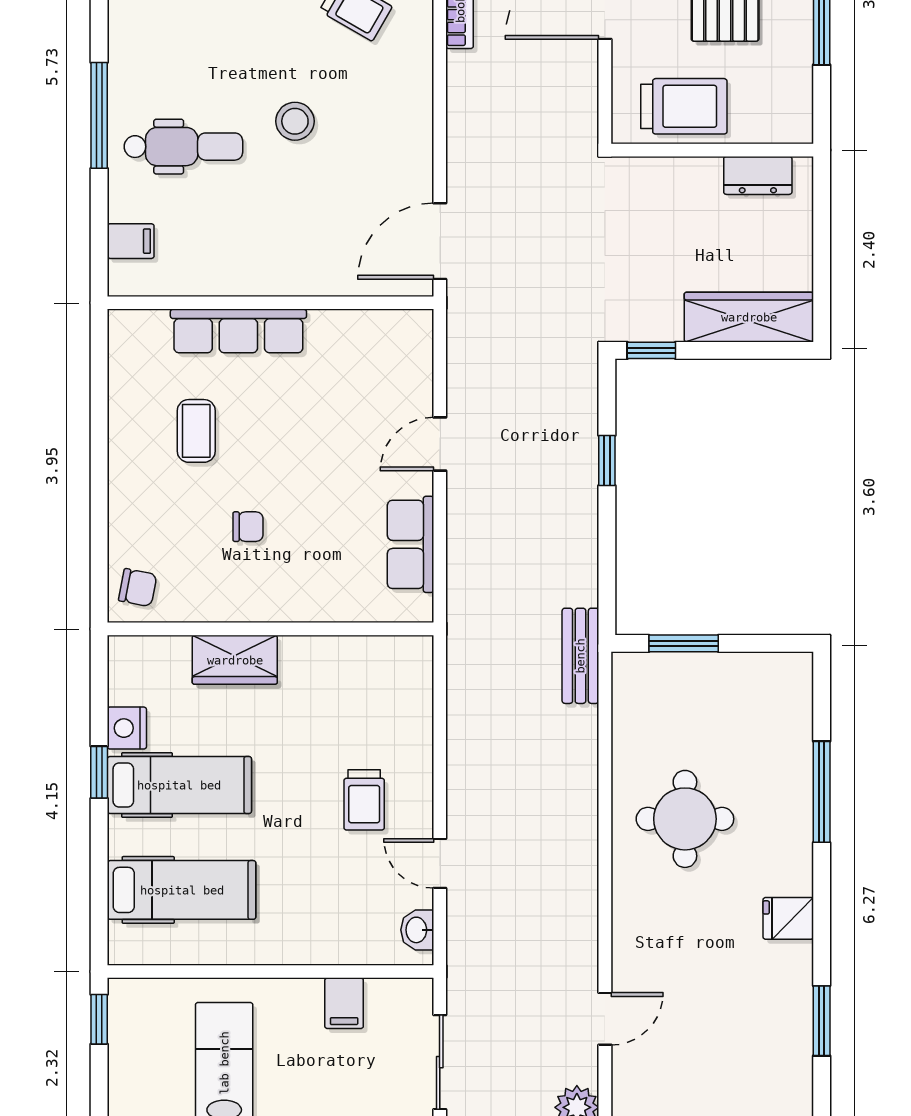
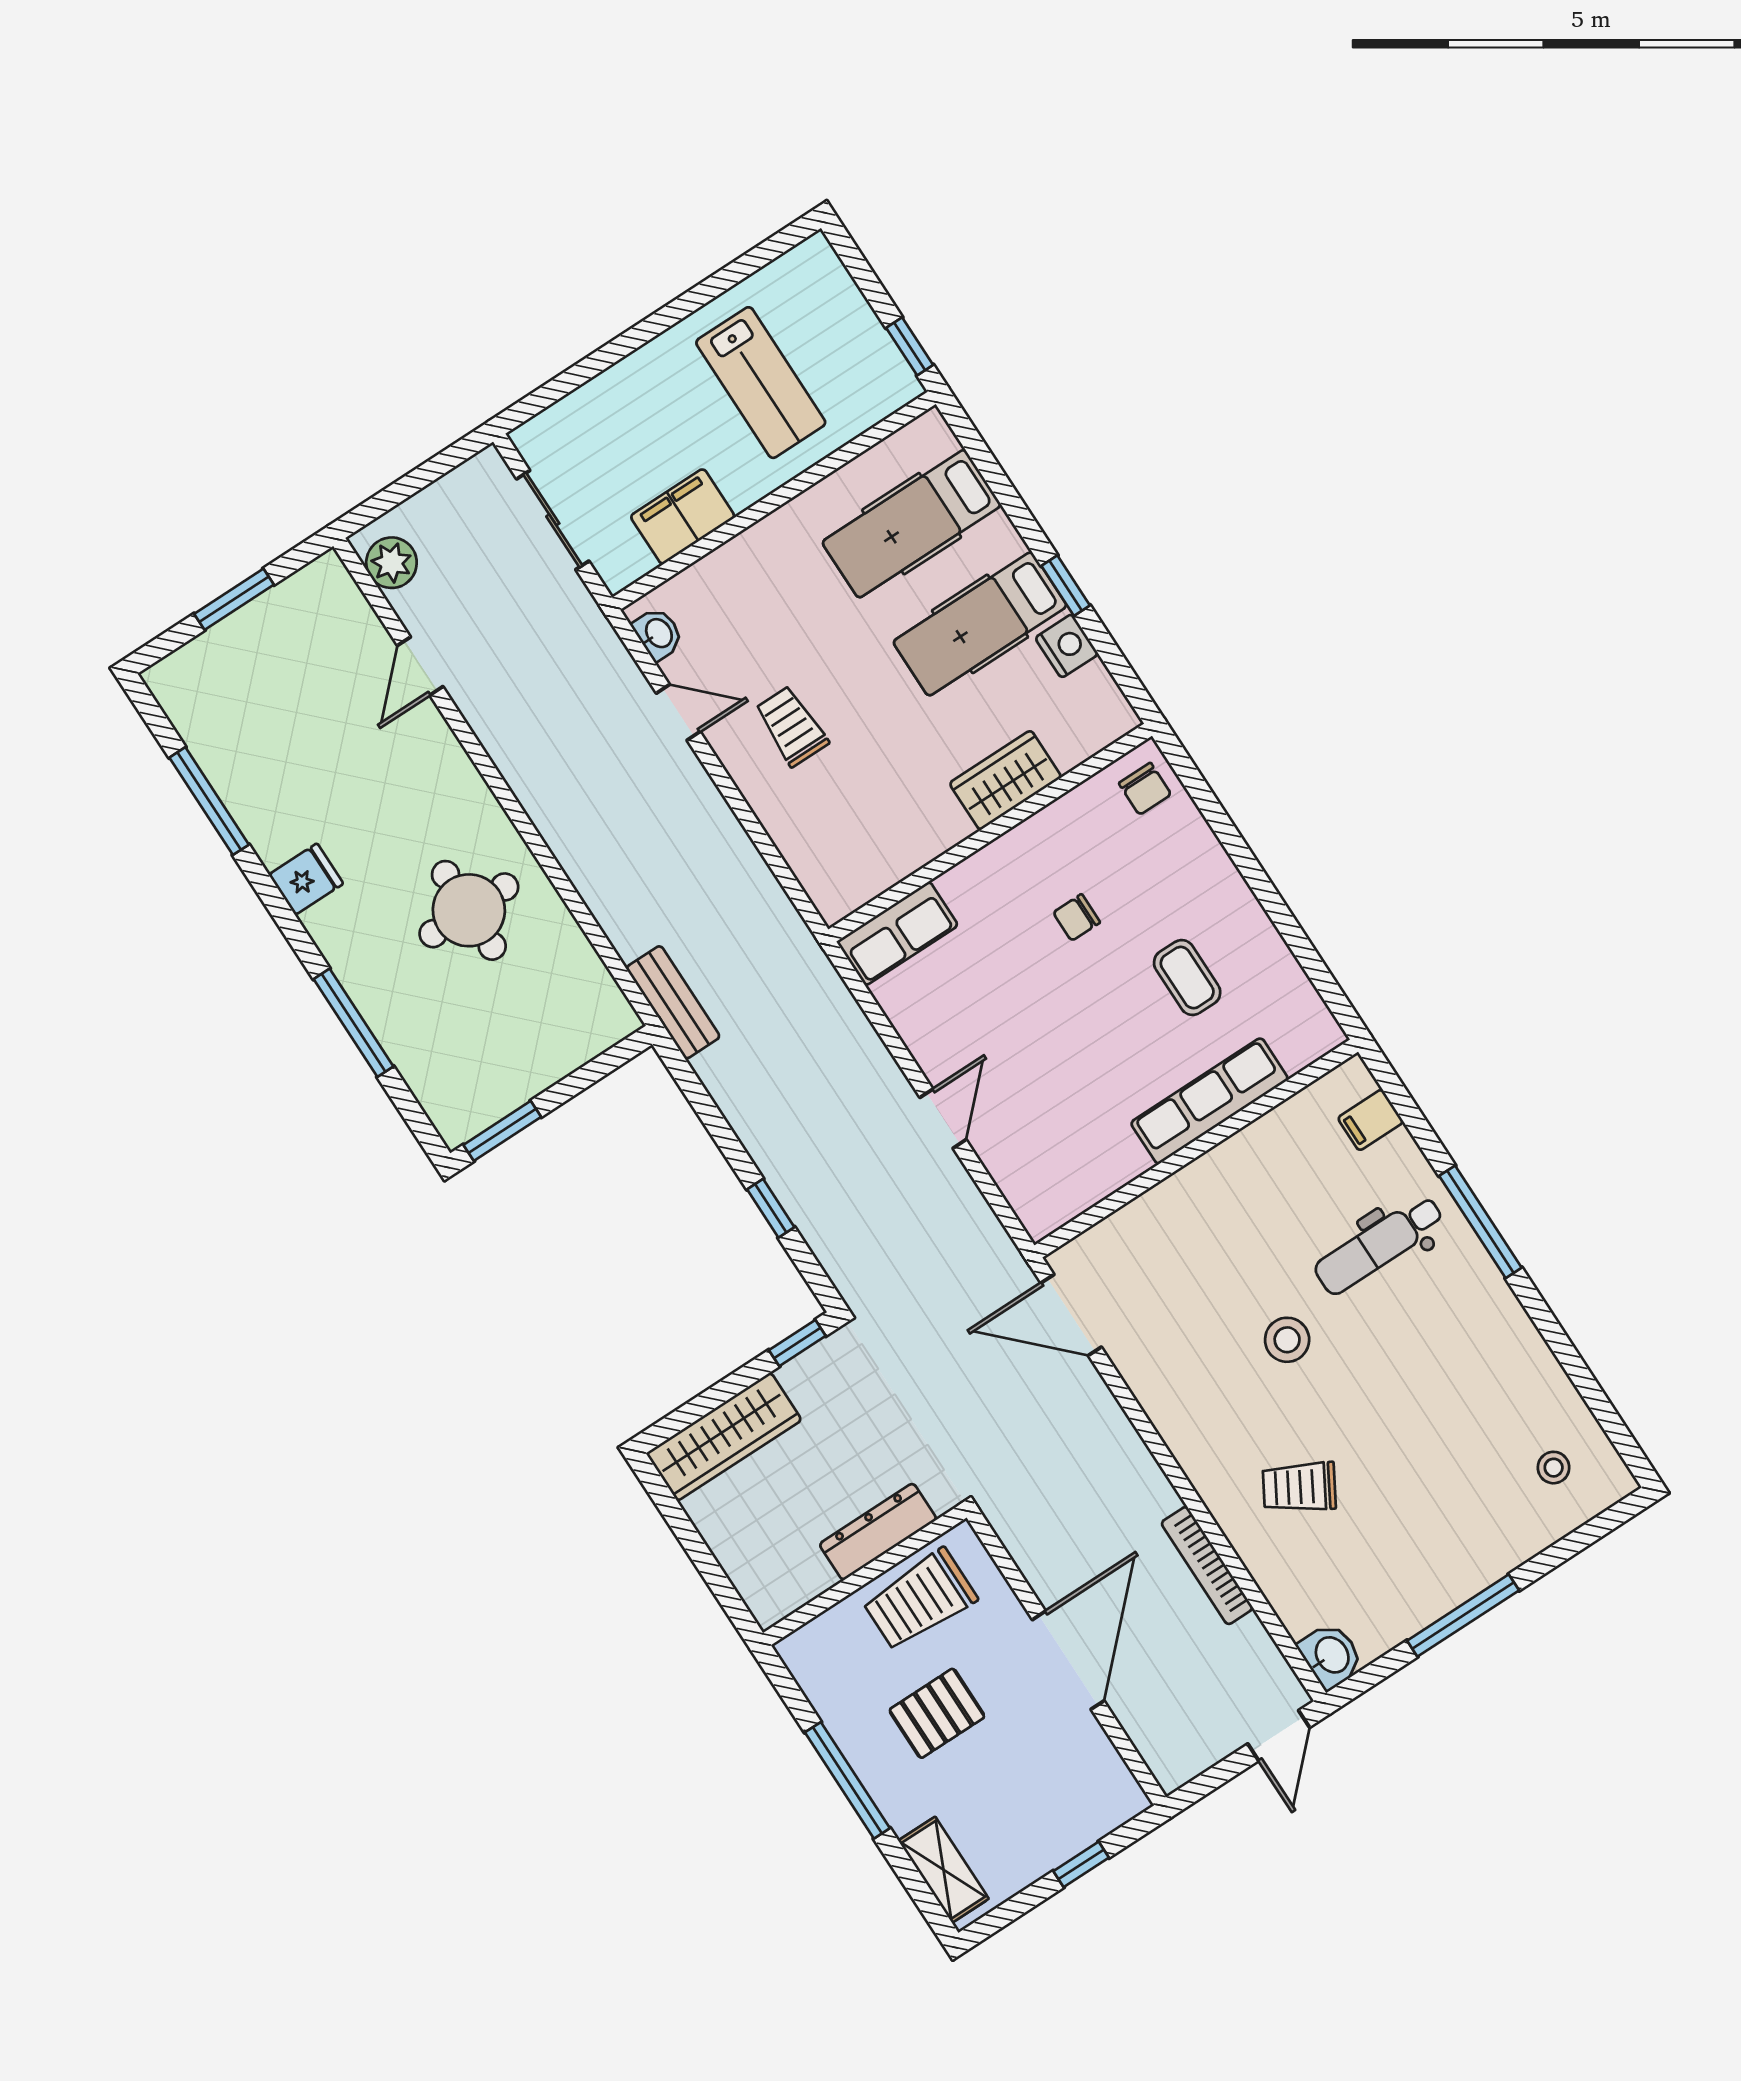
dresser: (758, 175) -> (878, 1532), moved, width x1.44
door: (440, 241) -> (1071, 1315), swing flipped
row of seats: (411, 544) -> (897, 933), moved, turned 90
chair: (138, 588) -> (1145, 789), turned -101
window: (684, 643) -> (502, 1131), moved
filing cabinet: (344, 1003) -> (683, 517), width x2.00
window: (822, 1021) -> (209, 801), width x1.44

